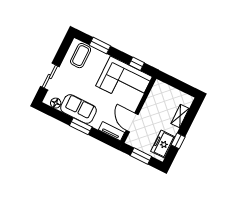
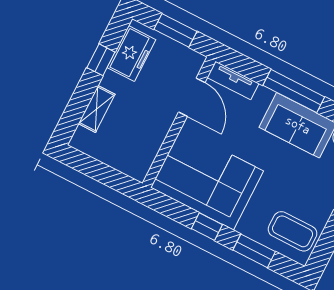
coffee table: (81, 56) -> (293, 231), turned 90
window: (137, 64) -> (207, 227), moved
window: (81, 126) -> (294, 91), width x1.44

